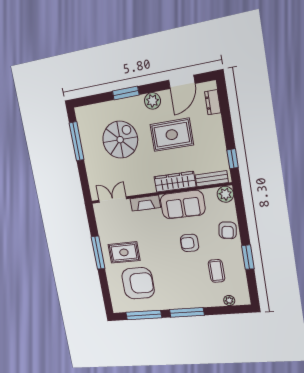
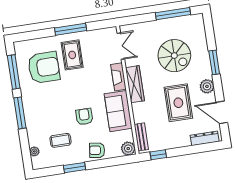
dresser: (213, 102) -> (205, 138), width x1.44
wardrobe: (175, 182) -> (135, 84), moved
armchair: (138, 283) -> (44, 67), turned -90

